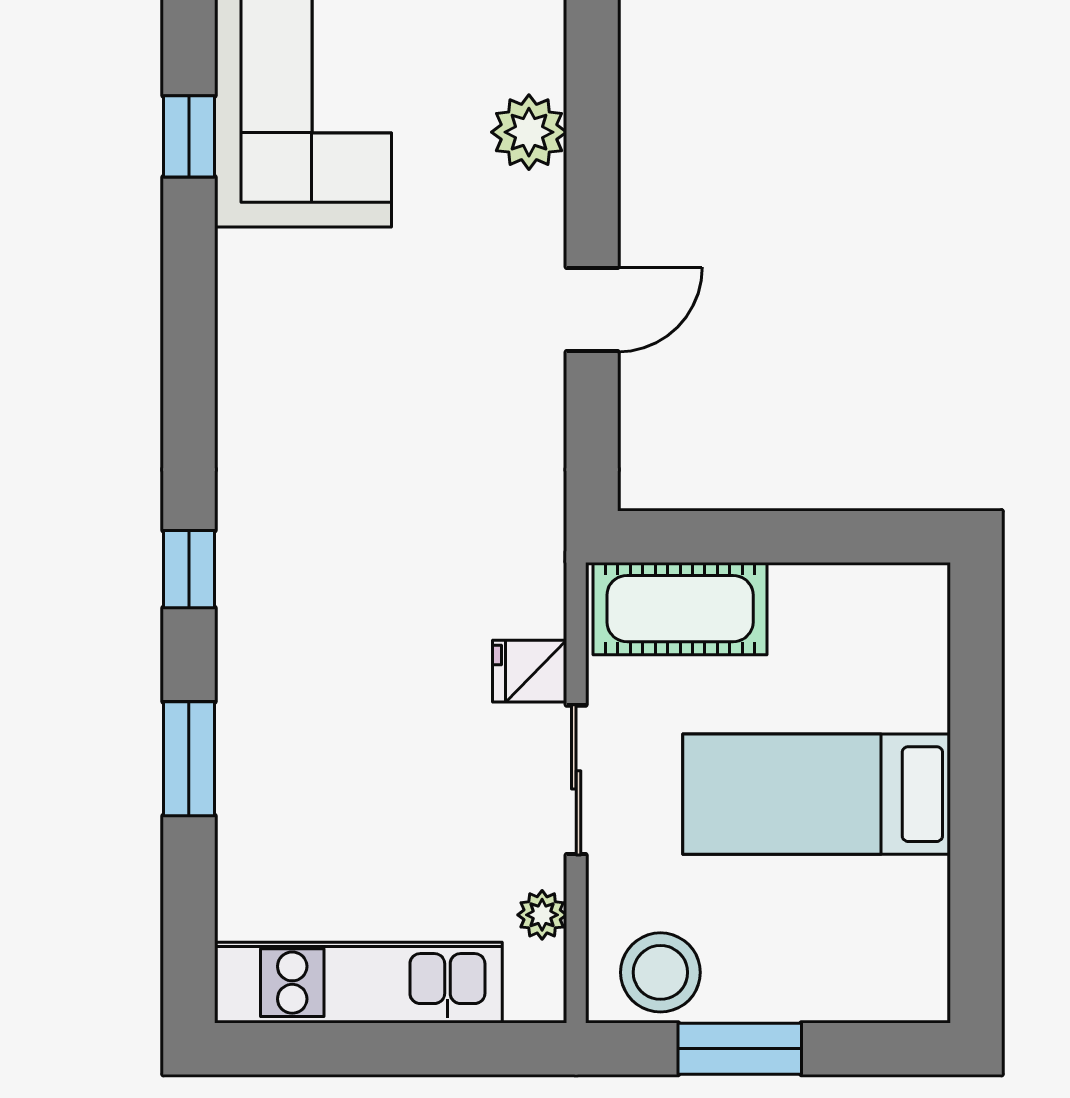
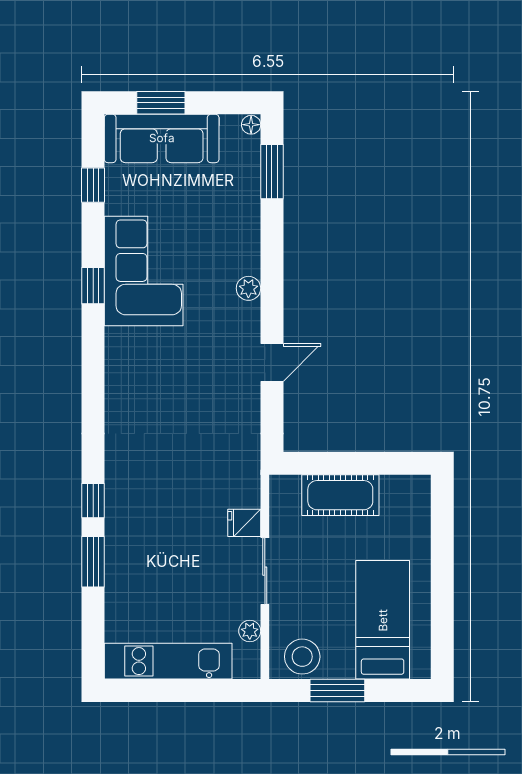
plant: (529, 132) -> (248, 288), width x0.73, depth x0.73
window: (189, 569) -> (93, 501), moved
cot: (680, 609) -> (340, 495), moved
bed: (817, 794) -> (383, 620), moved, turned 90

